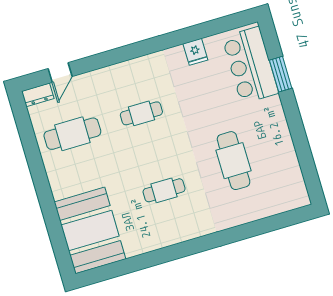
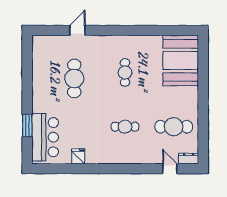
door: (60, 72) -> (170, 169), hinge flipped
cafe table: (164, 190) -> (125, 72), turned 90
door: (249, 230) -> (77, 30), added

